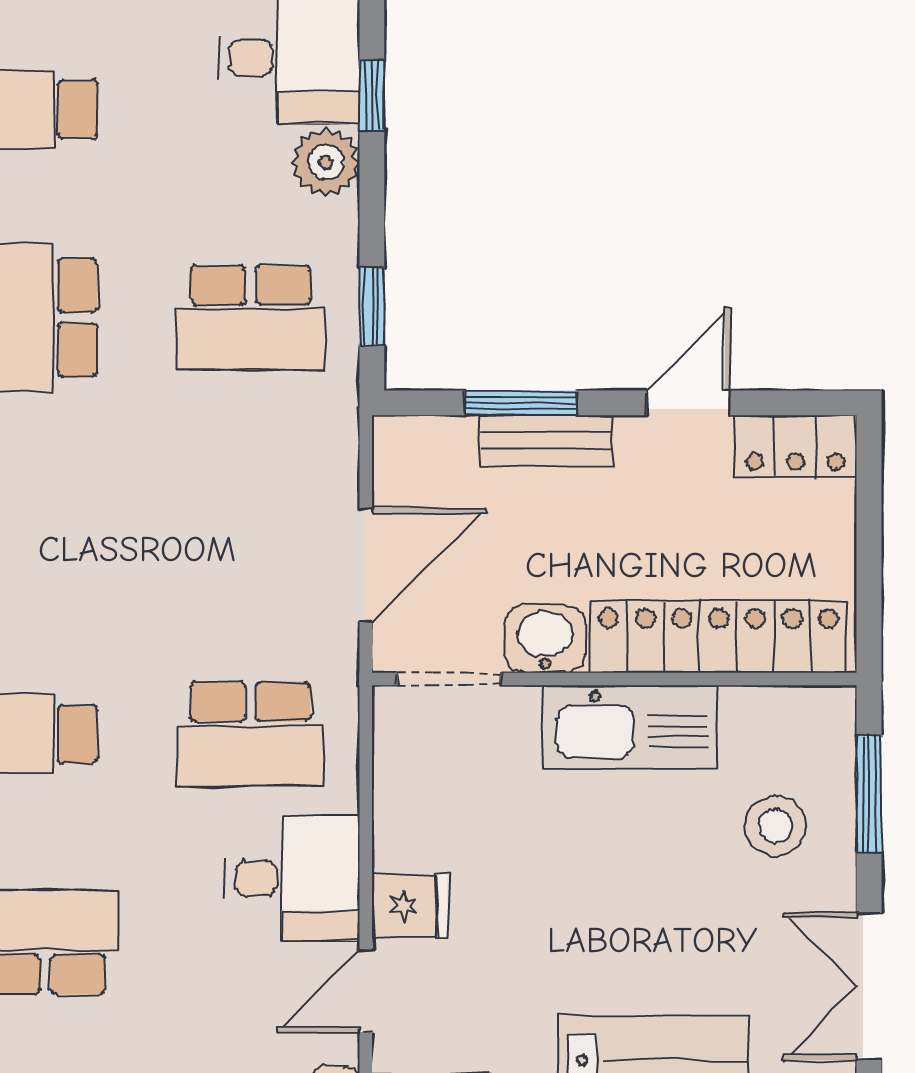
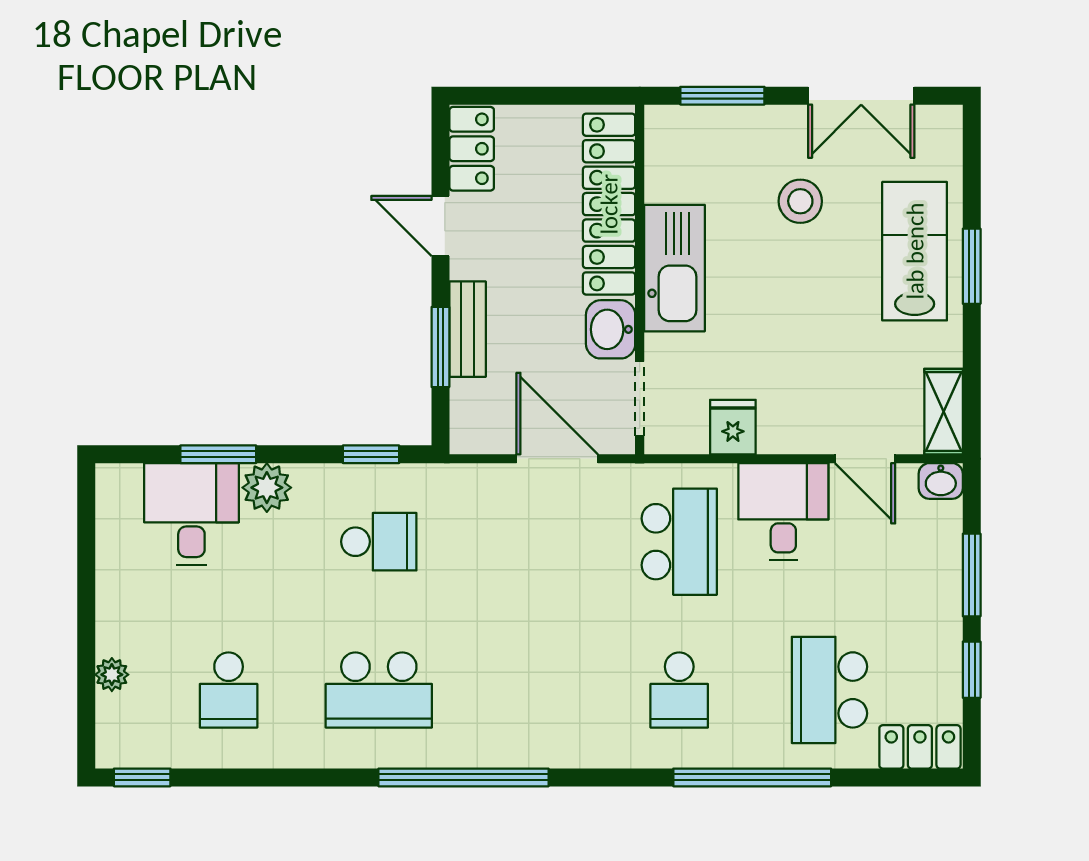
window: (372, 95) -> (218, 454), width x1.50
school desk: (251, 317) -> (379, 542), width x0.54
stool: (775, 826) -> (800, 201), moved
fridge: (410, 906) -> (733, 427), moved

